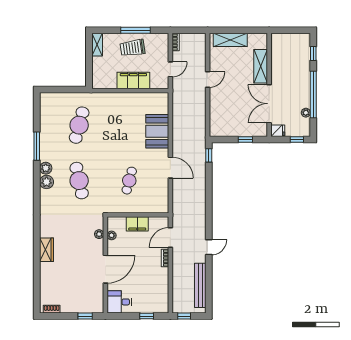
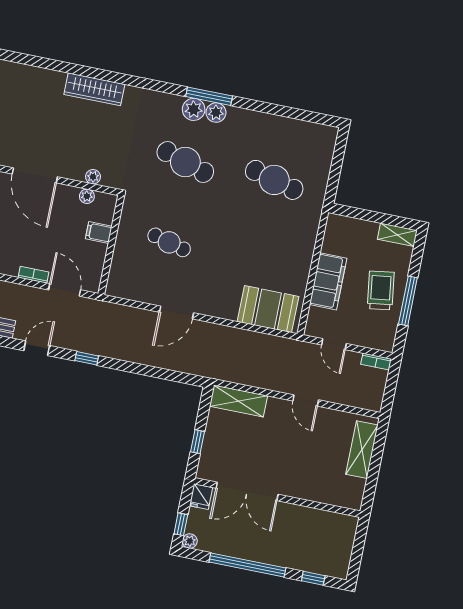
shelving: (261, 66) -> (238, 401), moved
double door: (269, 104) -> (247, 491), swing flipped
plant: (306, 113) -> (190, 541), moved
booth: (157, 131) -> (268, 309), moved
window: (37, 146) -> (209, 96), moved
window: (209, 155) -> (87, 358), moved
cafe table: (79, 181) -> (185, 162), turned 30
filing cabinet: (137, 224) -> (99, 233), width x0.50
door: (209, 247) -> (37, 348), swing flipped
wardrobe: (47, 250) -> (94, 89), width x1.50

